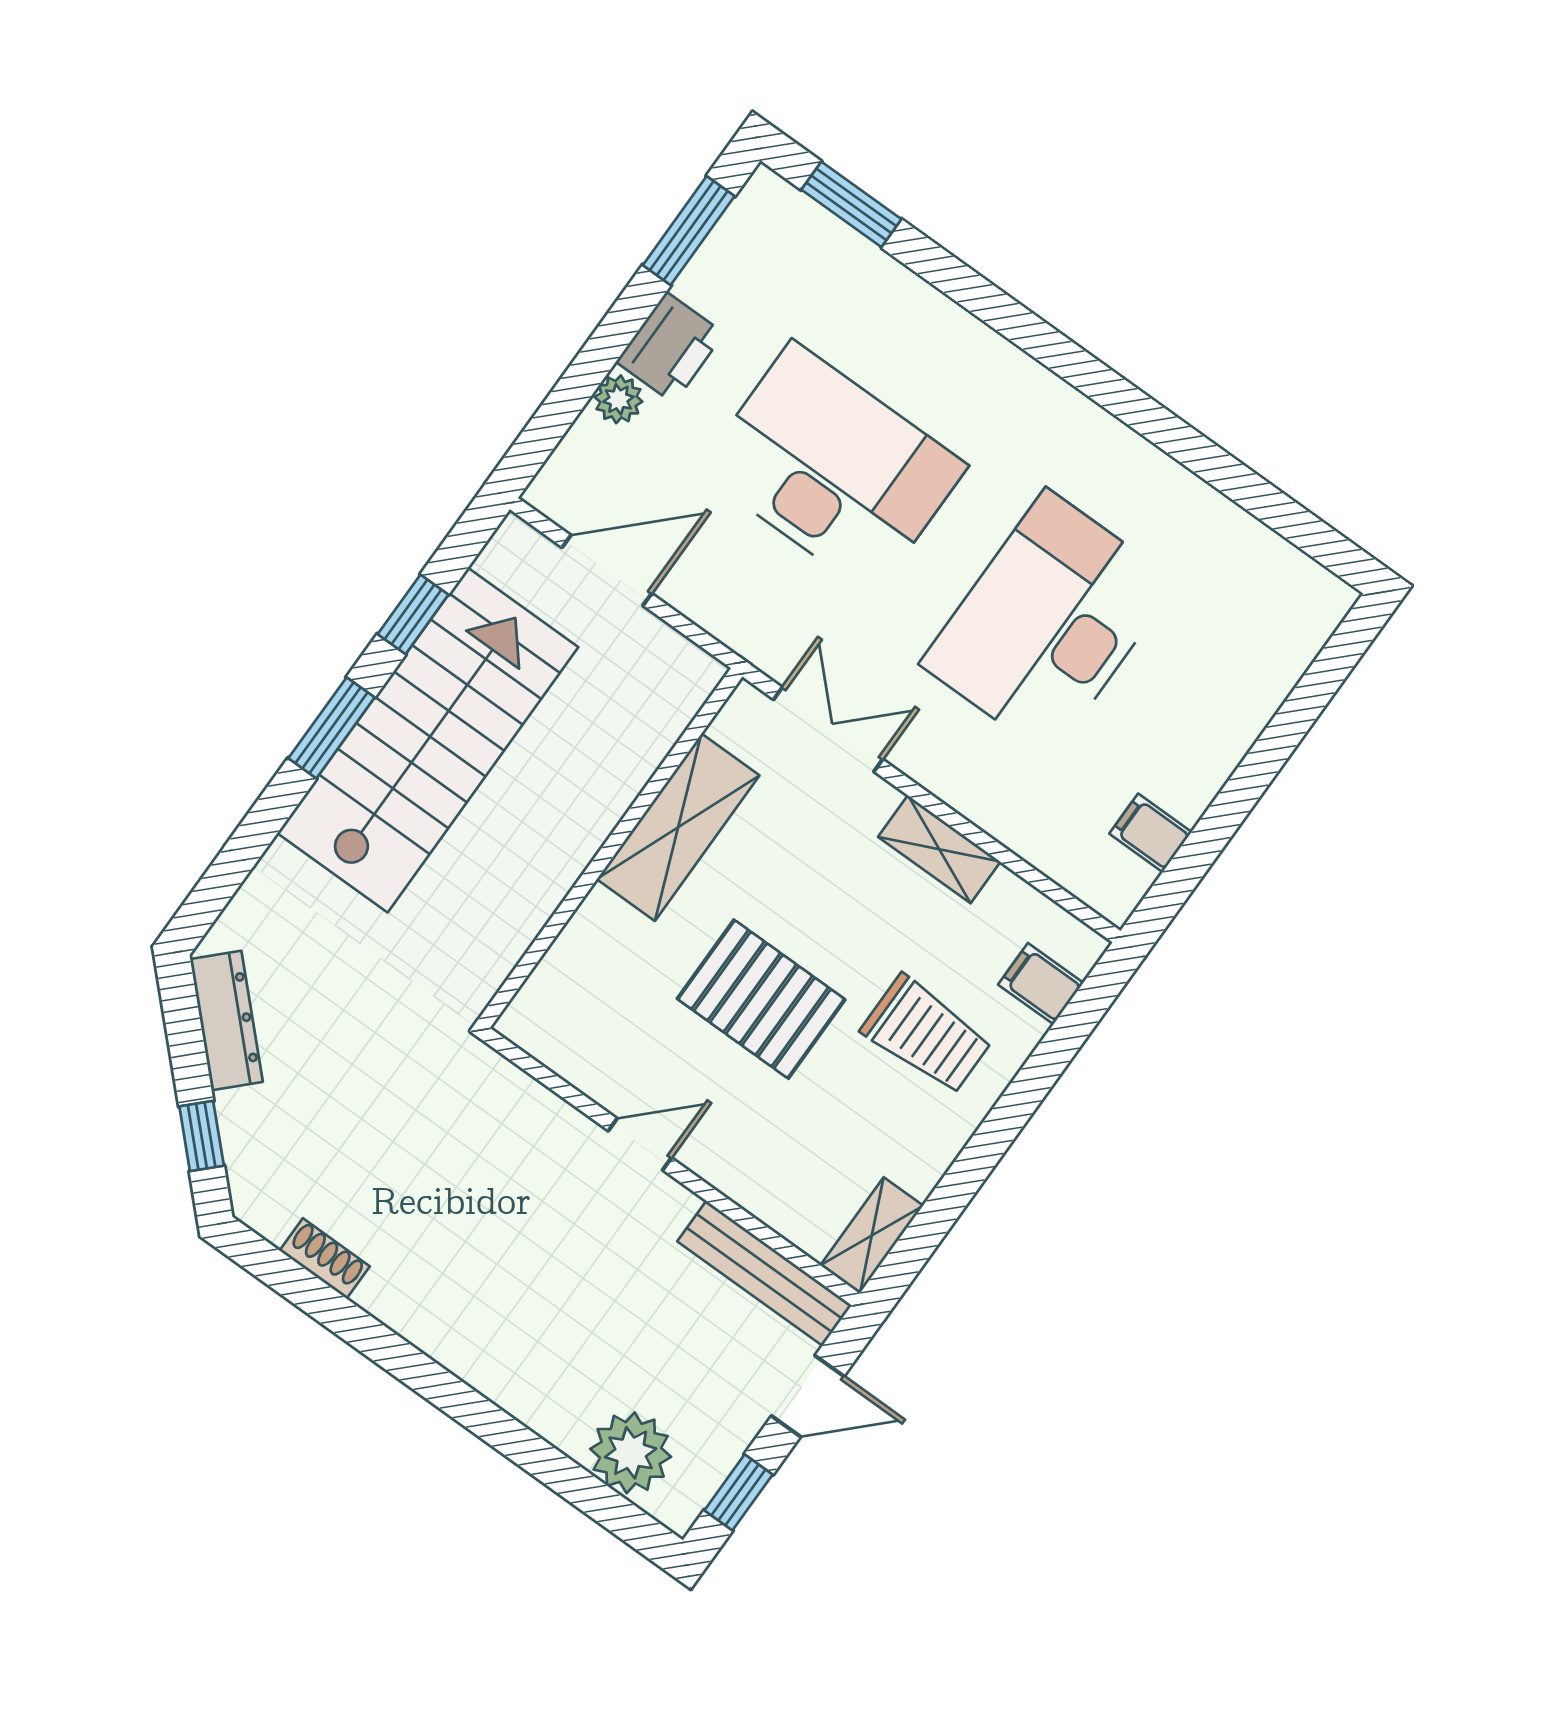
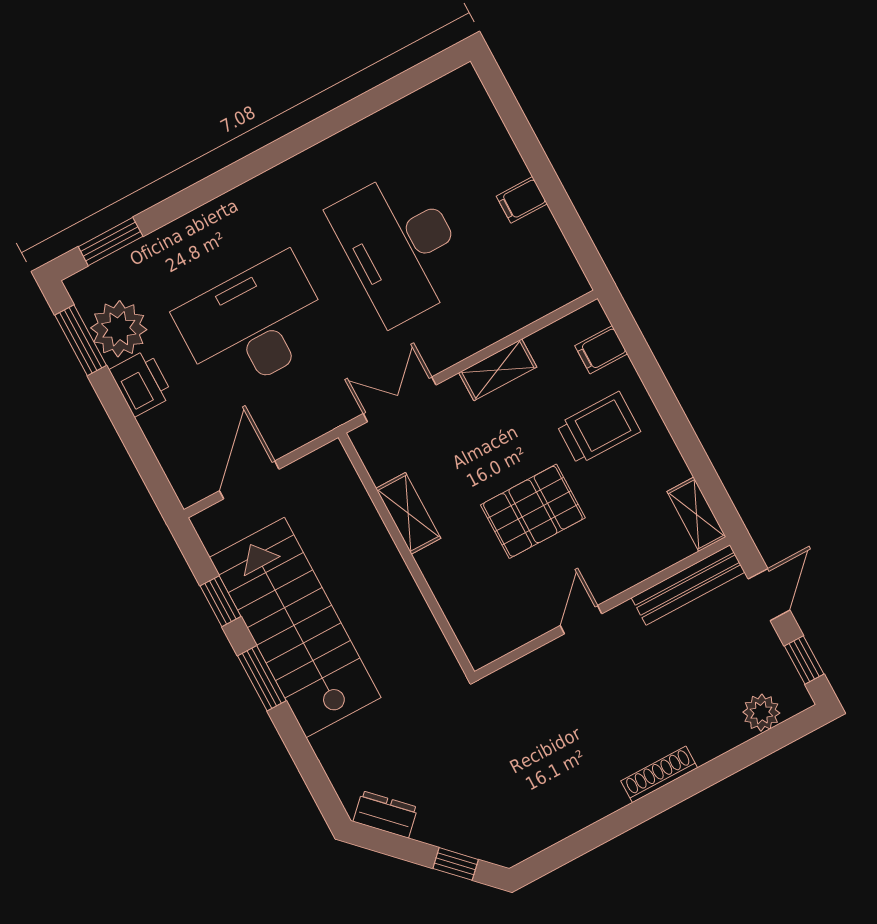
plant: (618, 399) -> (119, 329), moved, width x1.87, depth x1.87
shelving: (678, 827) -> (408, 513), width x0.67, depth x0.75
filing cabinet: (1151, 833) -> (522, 200), moved
dresser: (226, 1020) -> (385, 814), width x0.70
shoe rack: (325, 1258) -> (659, 774), moved, width x1.43
plant: (631, 1453) -> (761, 713), width x0.73, depth x0.73

